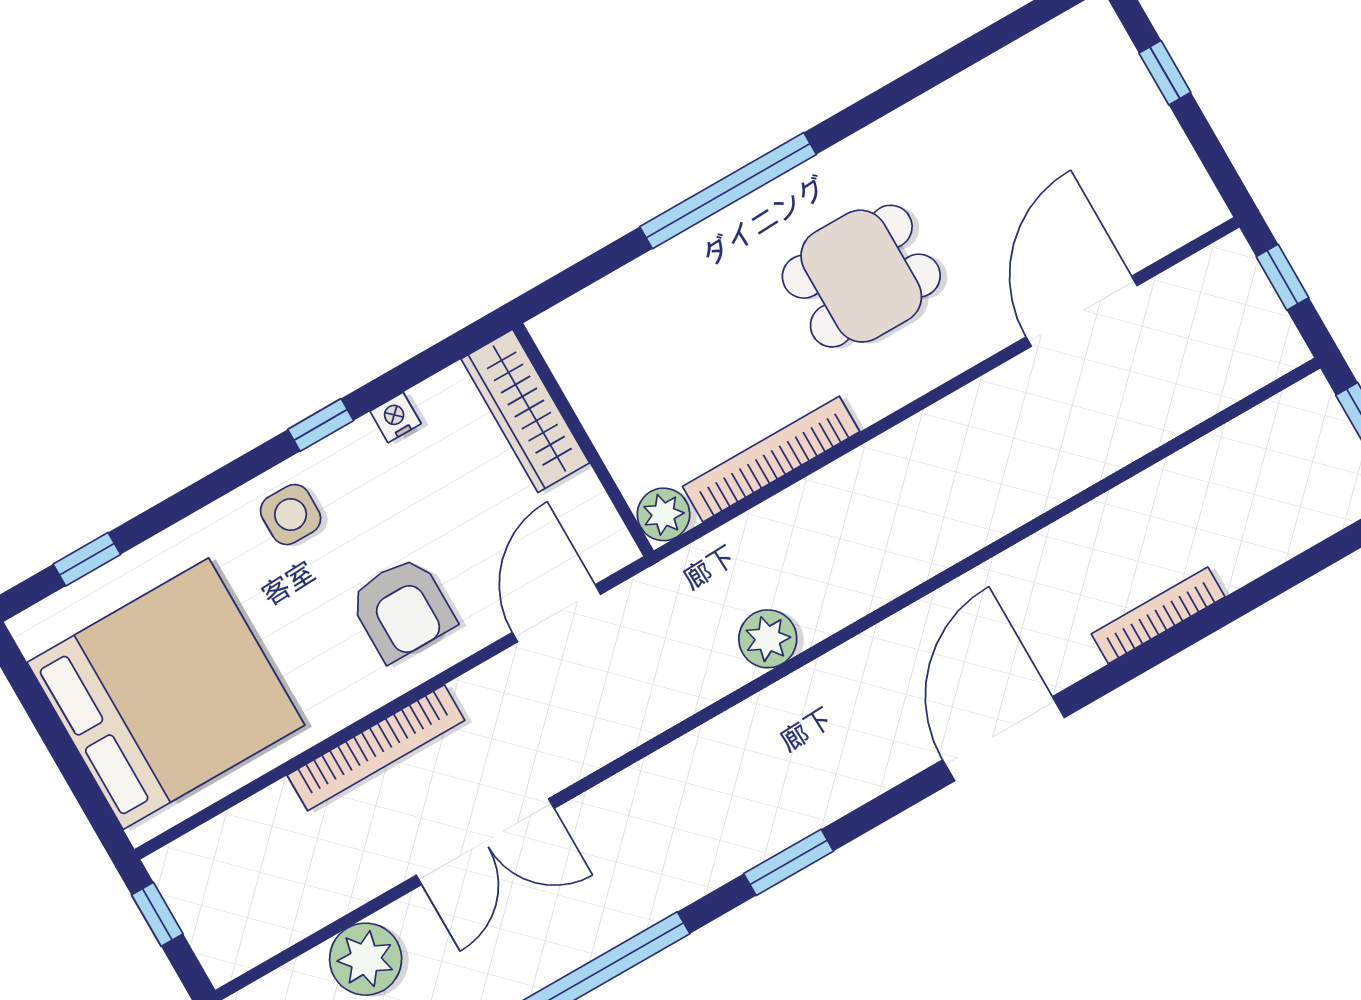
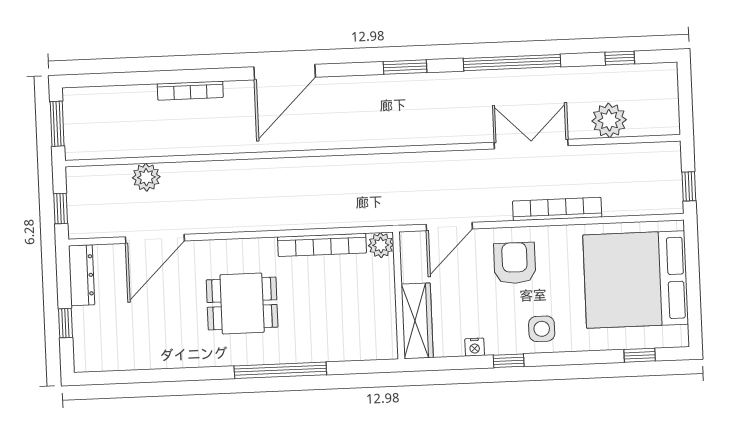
dresser: (1181, 175) -> (82, 275), added
plant: (768, 639) -> (146, 177), moved

